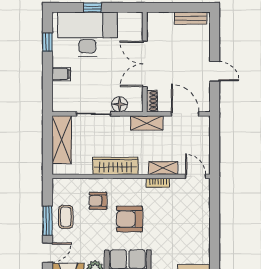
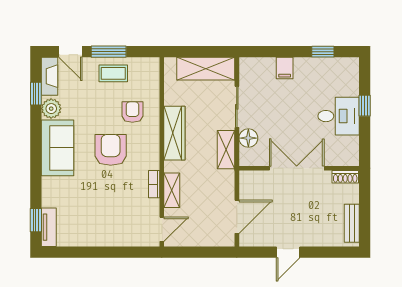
desk: (87, 34) -> (339, 116), width x0.53, depth x0.77
shoe rack: (152, 101) -> (345, 177), moved
shelving: (147, 123) -> (226, 150), moved

